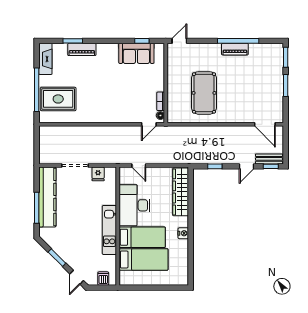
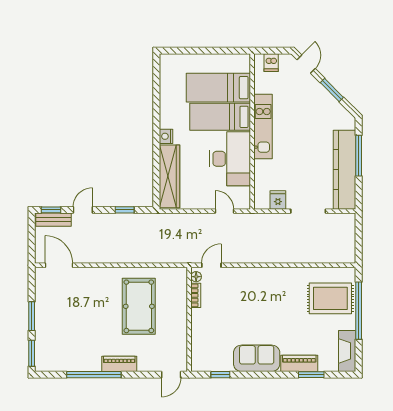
piano: (235, 49) -> (119, 364), moved
sofa: (136, 53) -> (257, 358), moved
nightstand: (183, 233) -> (166, 136), moved

